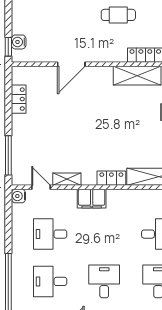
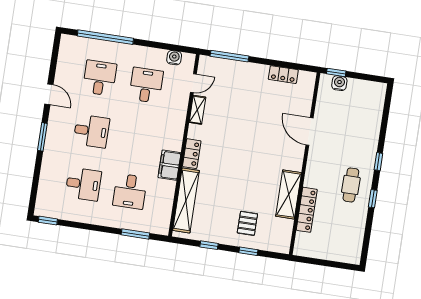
water cooler: (18, 196) -> (174, 58), moved
filing cabinet: (92, 199) -> (169, 165), moved

